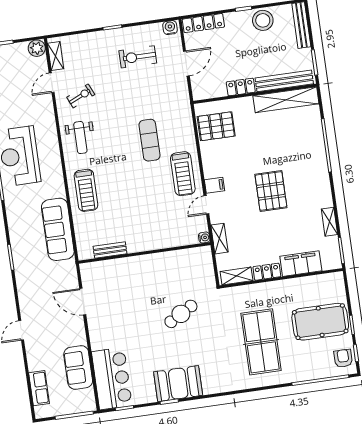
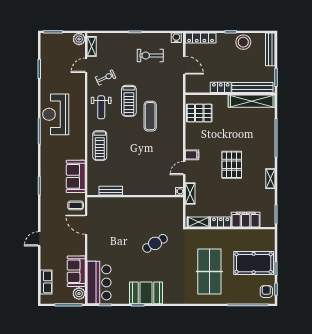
door: (186, 63) -> (184, 65), hinge flipped
treadmill: (183, 174) -> (129, 101), moved
shelving: (329, 222) -> (270, 179), moved
sofa: (58, 229) -> (76, 176), width x0.73
coffee table: (64, 277) -> (76, 205), added
plant: (86, 398) -> (79, 294), added

